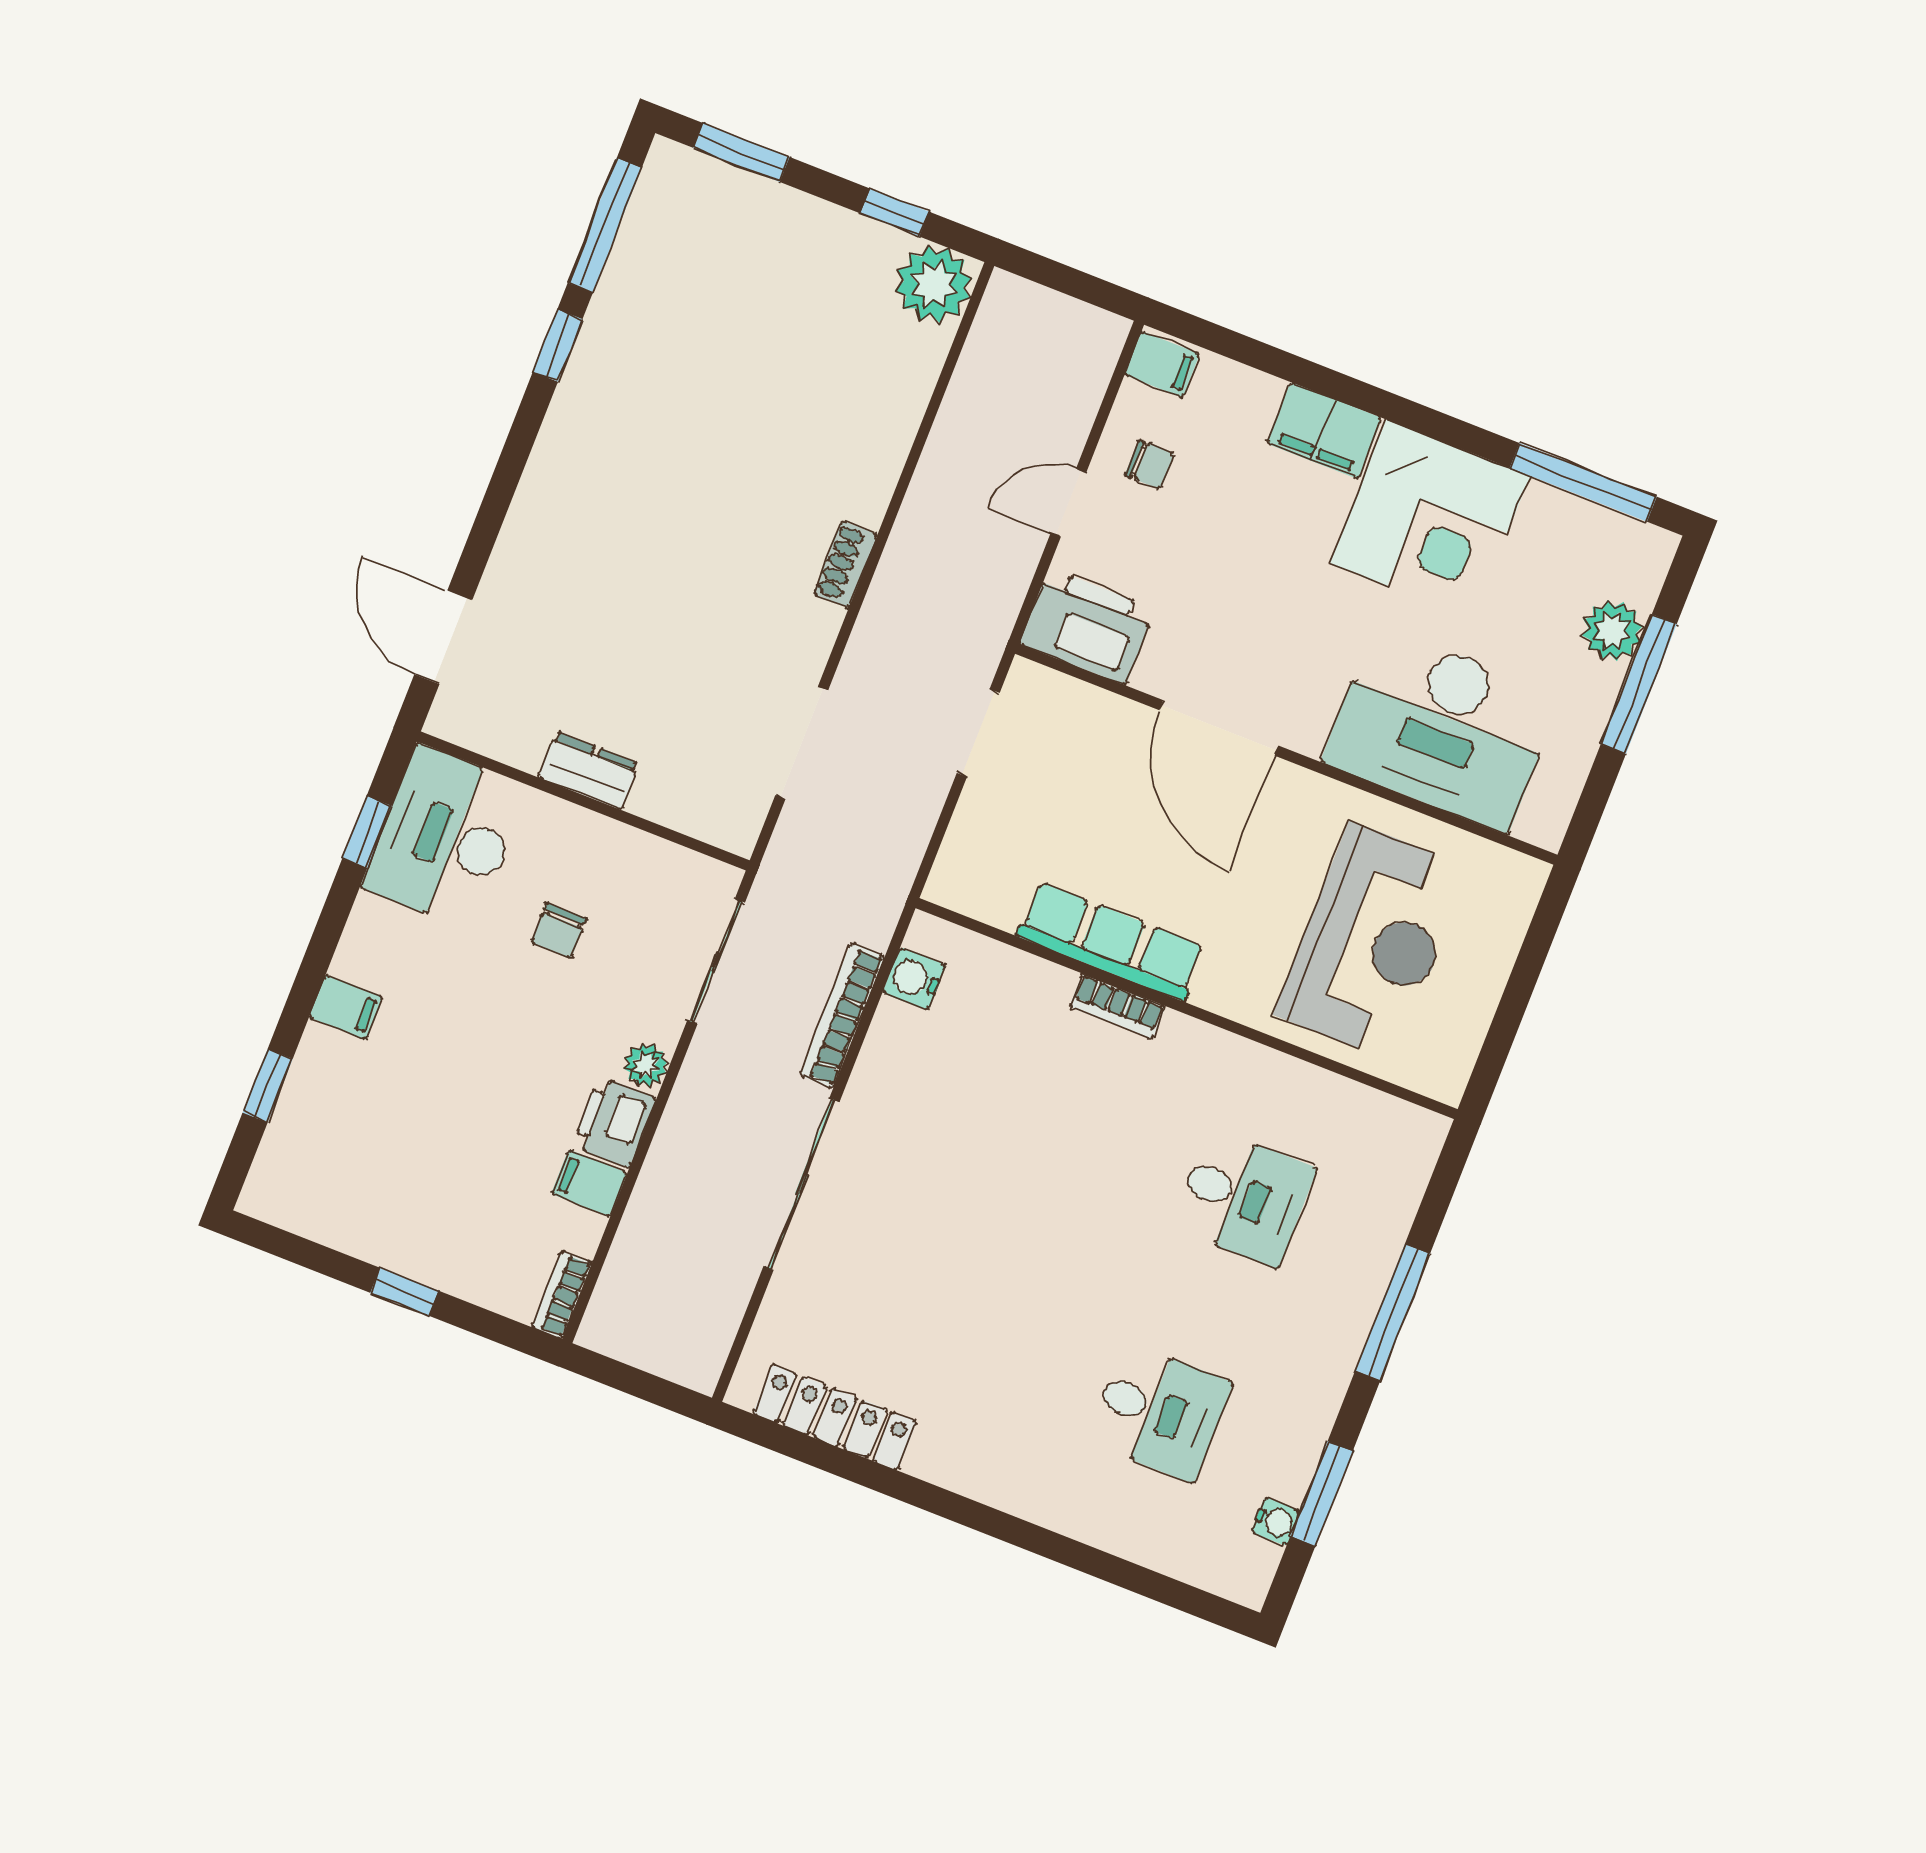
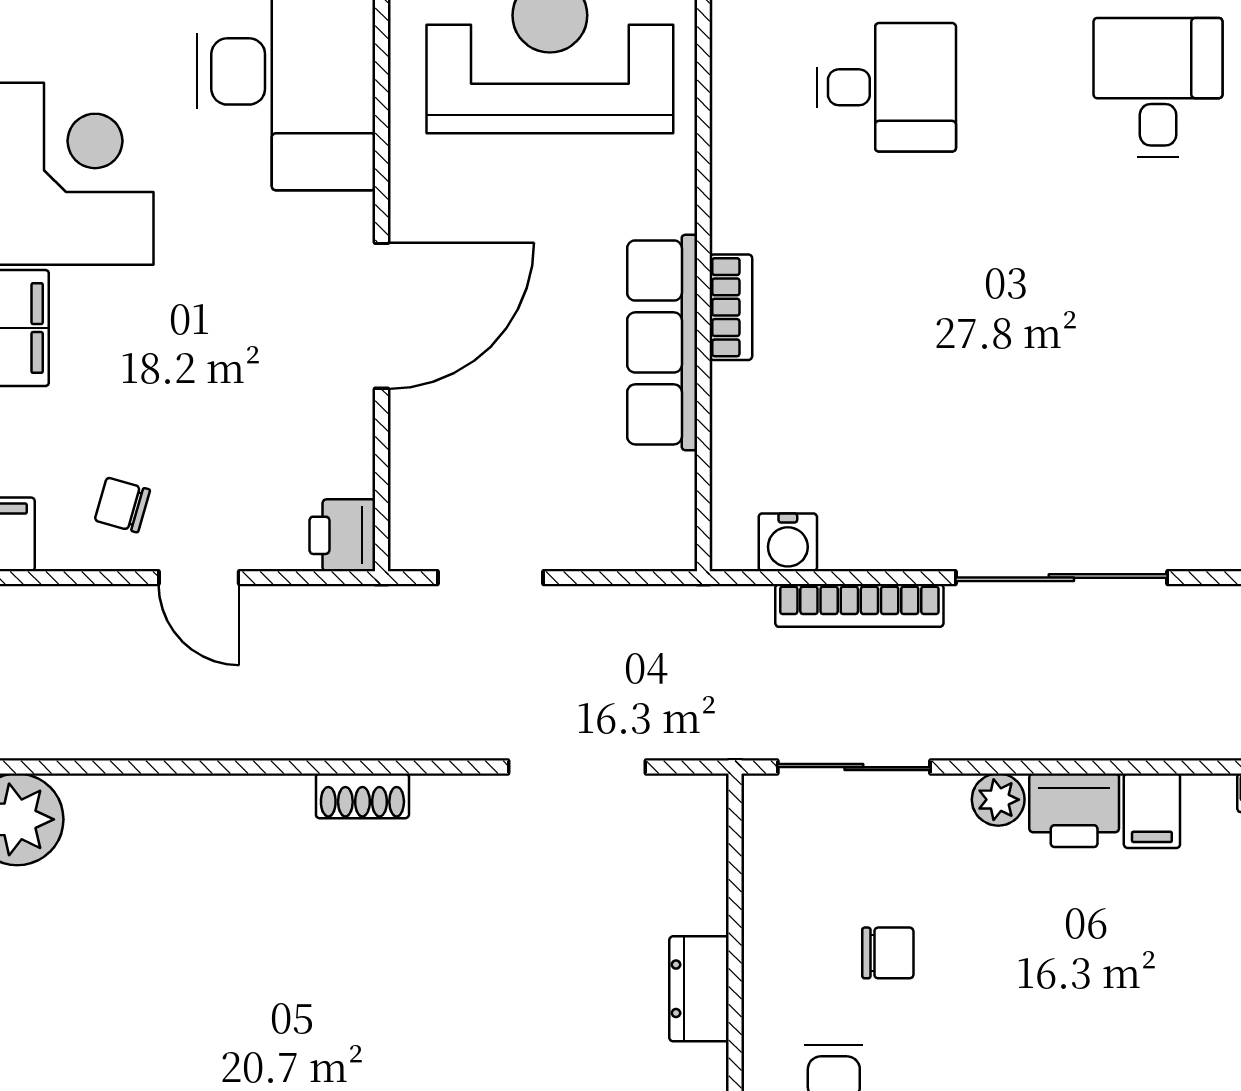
chair: (1150, 465) -> (122, 505), turned -74
printer: (1087, 626) -> (342, 535), width x0.53, depth x0.68
desk: (1243, 1197) -> (886, 87), turned 90

